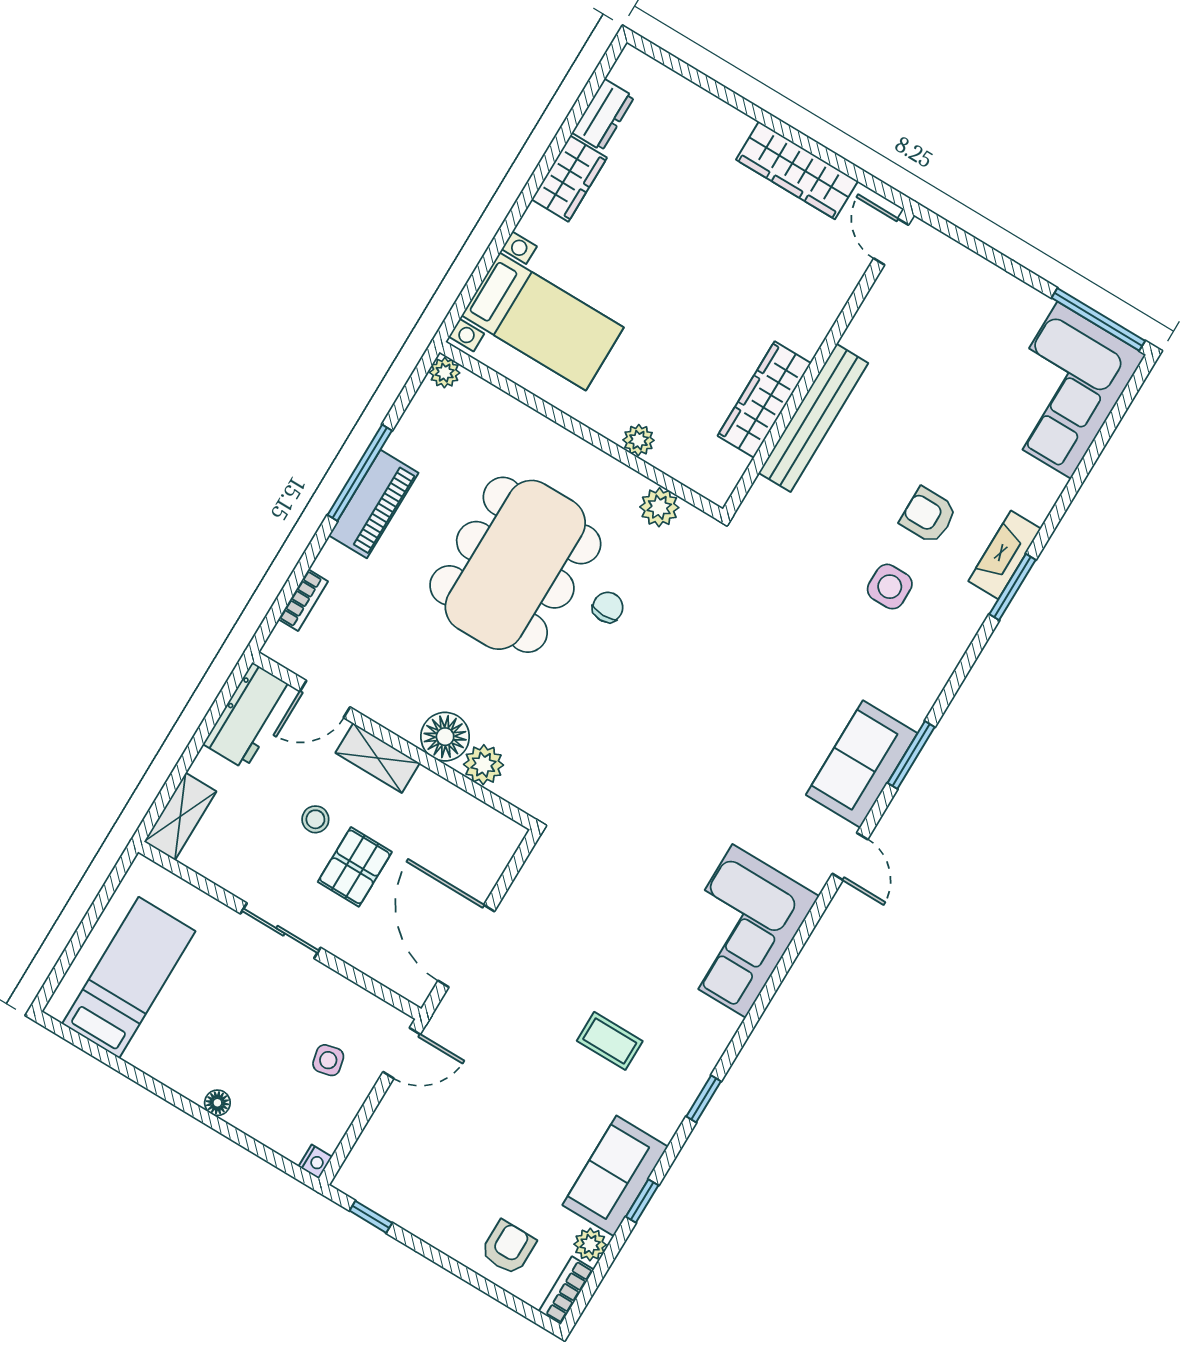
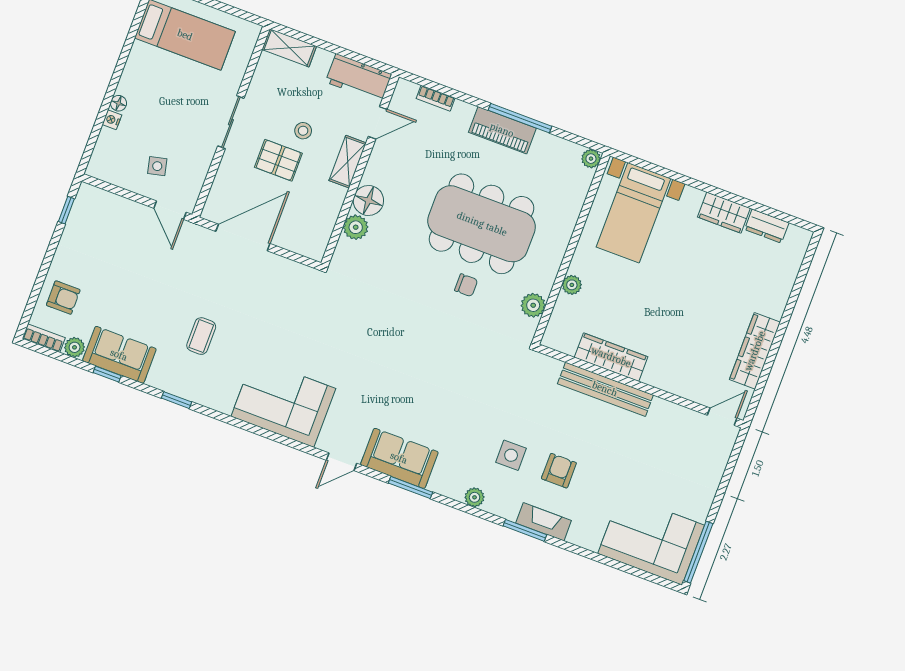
plant: (945, 657) -> (475, 497), added
door: (325, 699) -> (378, 123), swing flipped
nightstand: (315, 1162) -> (112, 120), moved, turned 90

